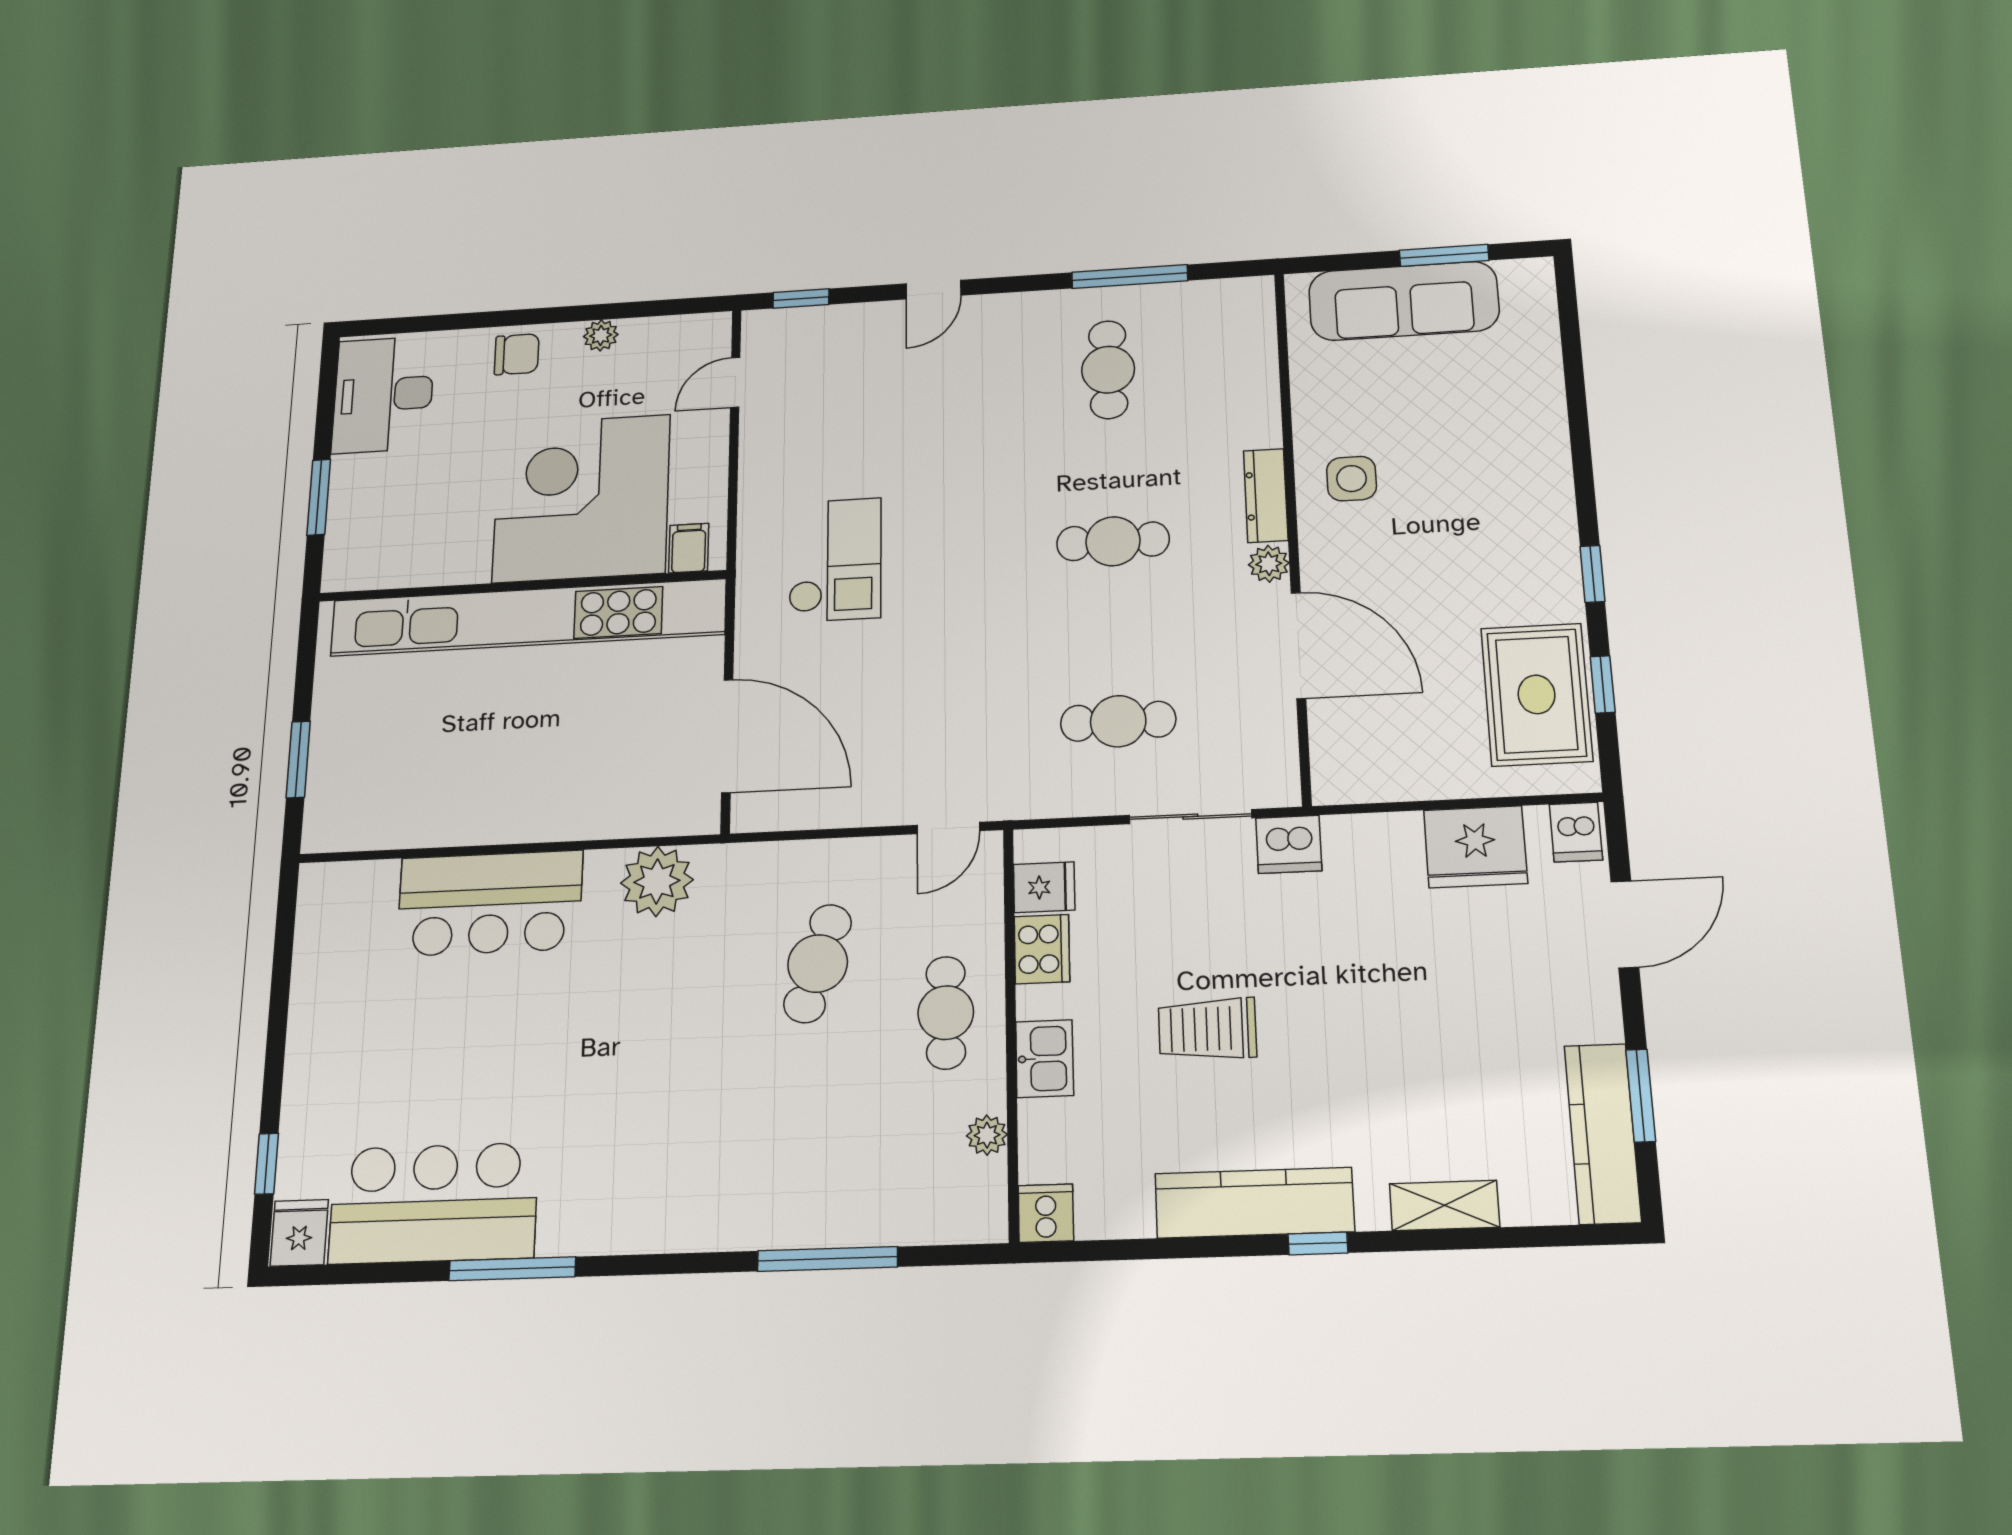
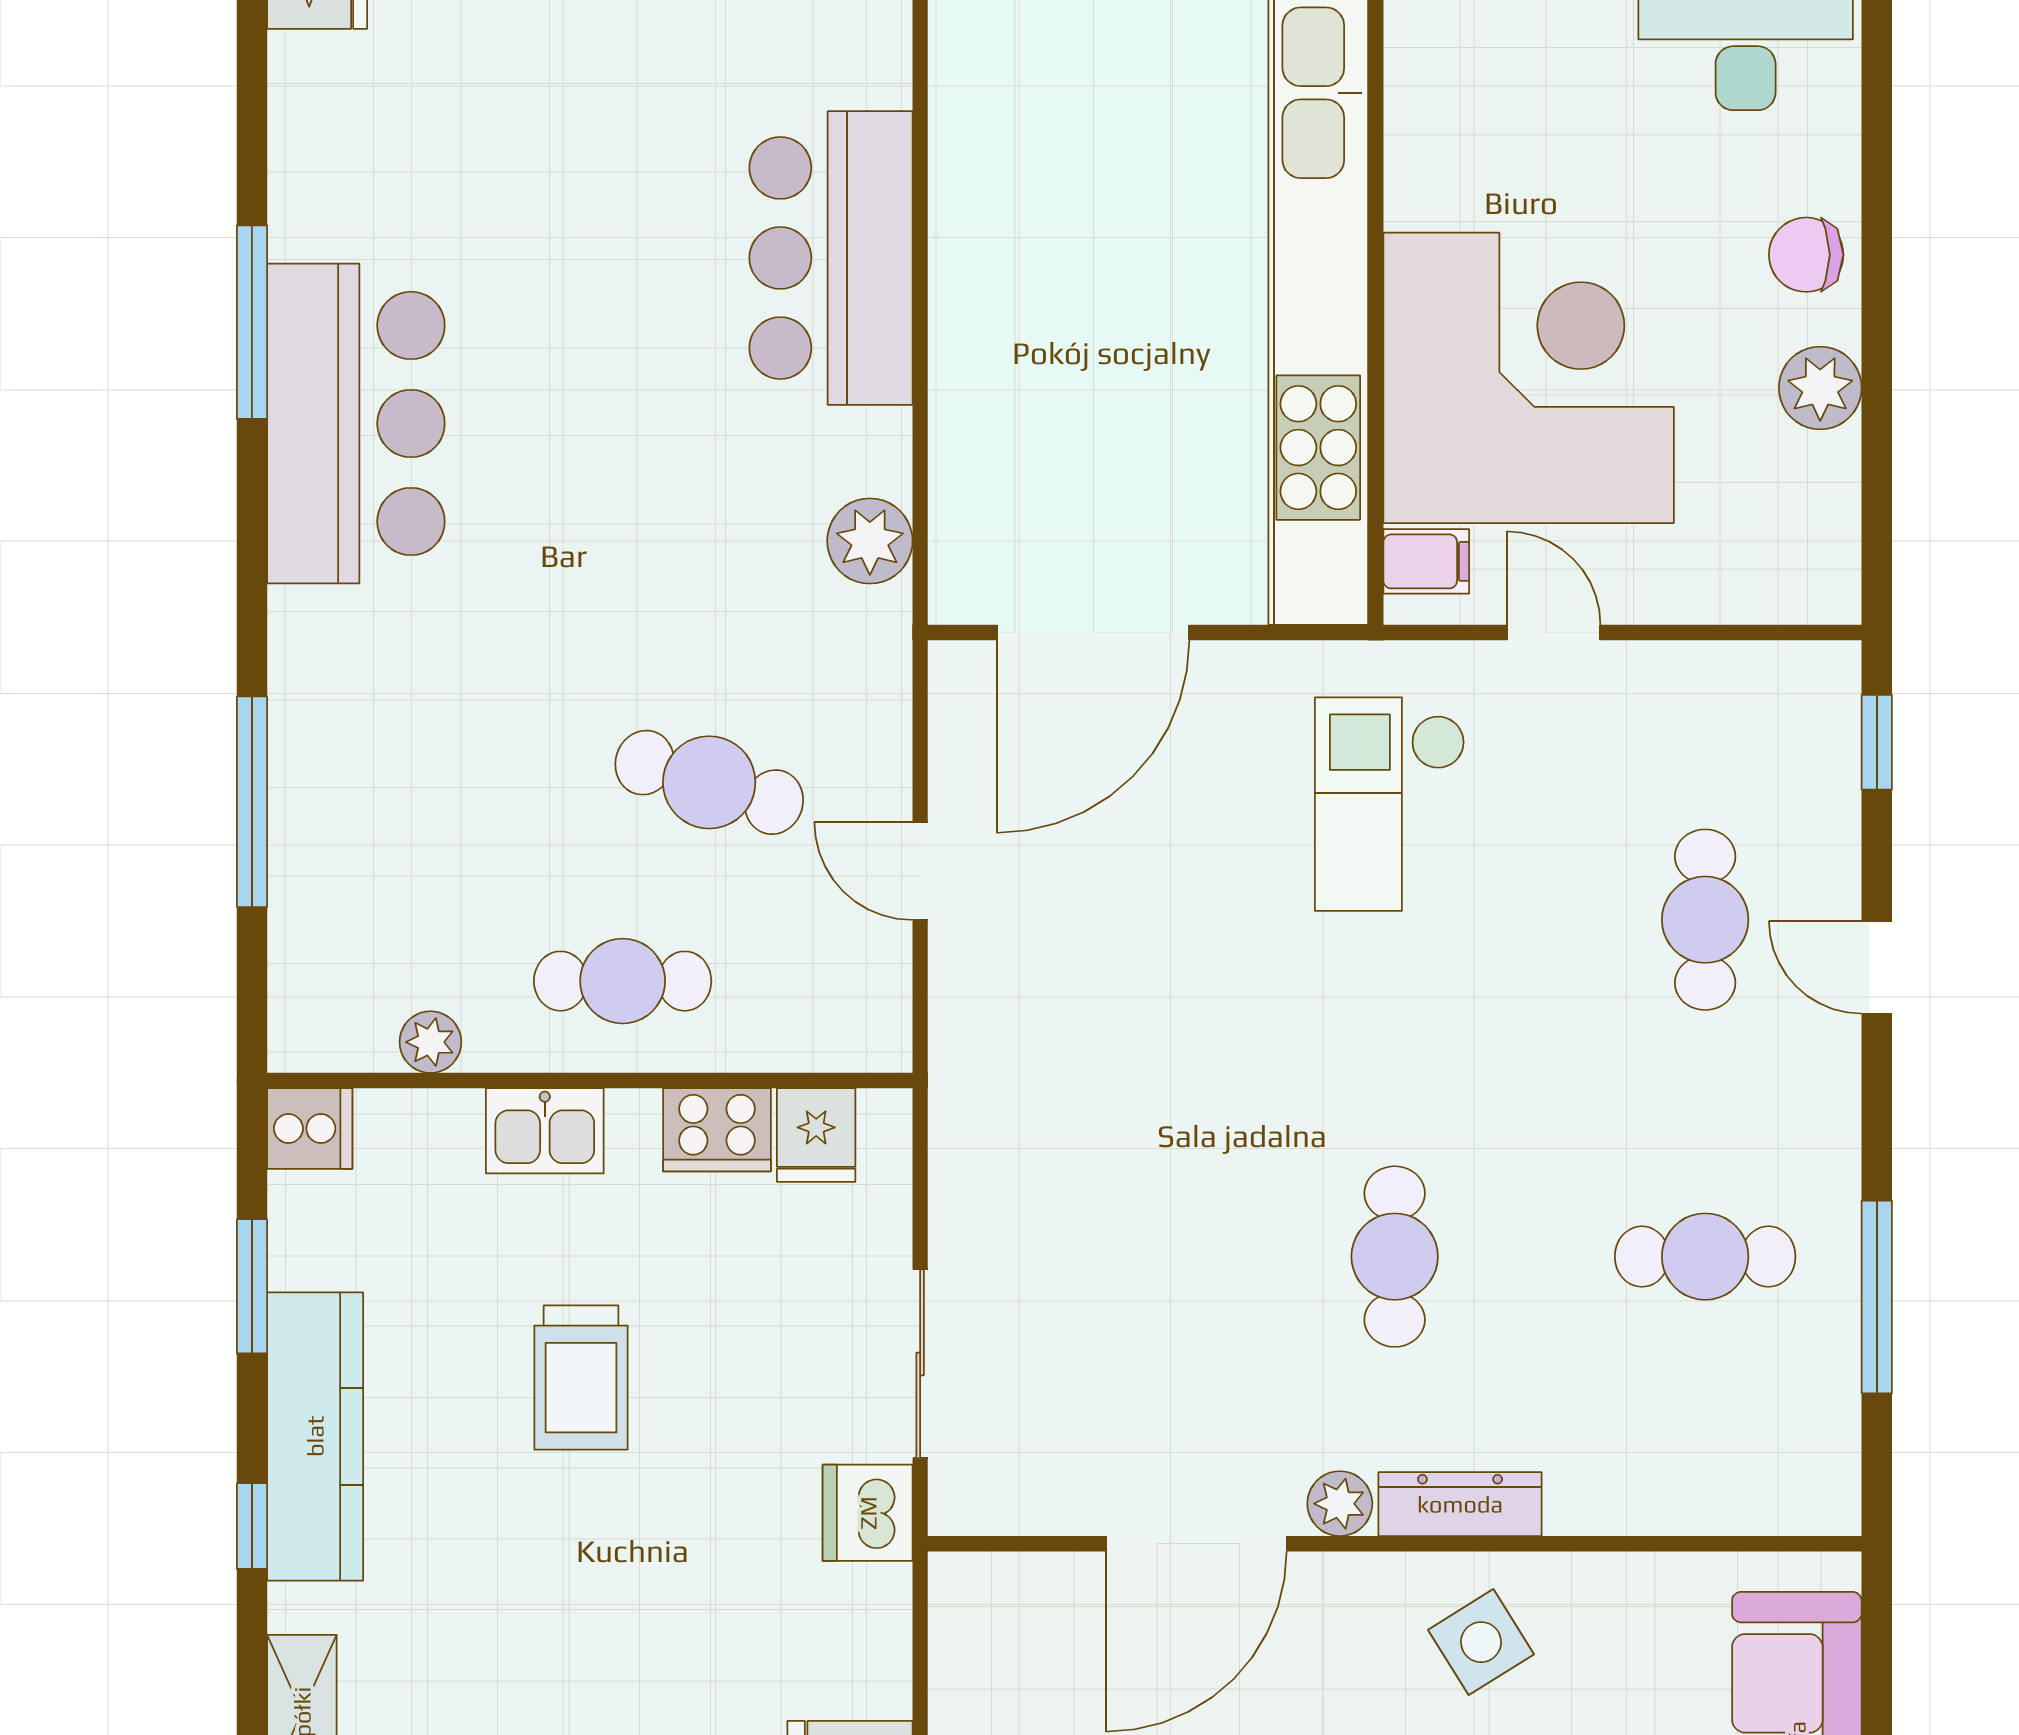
plant: (601, 335) -> (1820, 388), width x1.38, depth x1.38
chair: (517, 354) -> (1806, 255), turned 90
door: (735, 382) -> (1554, 633), moved
side table: (1351, 479) -> (1481, 1642), turned -32
checkout: (835, 560) -> (1390, 804), turned 90
cafe table: (1118, 721) -> (1705, 920), moved
door: (948, 828) -> (920, 871), moved
plant: (657, 881) -> (870, 541), width x0.73, depth x0.73
trolley: (1207, 1029) -> (581, 1378), turned 180
bar counter: (434, 1203) -> (356, 423), moved
window: (1154, 1249) -> (252, 1286), added

